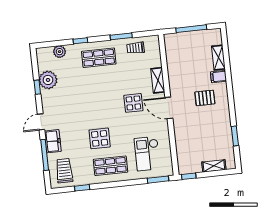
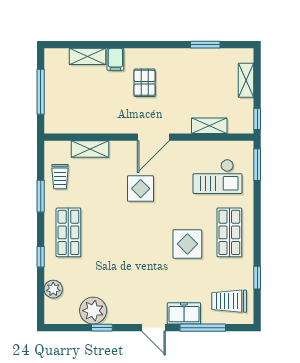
shelving: (158, 80) -> (90, 149), moved
shelving: (181, 144) -> (209, 126), added

